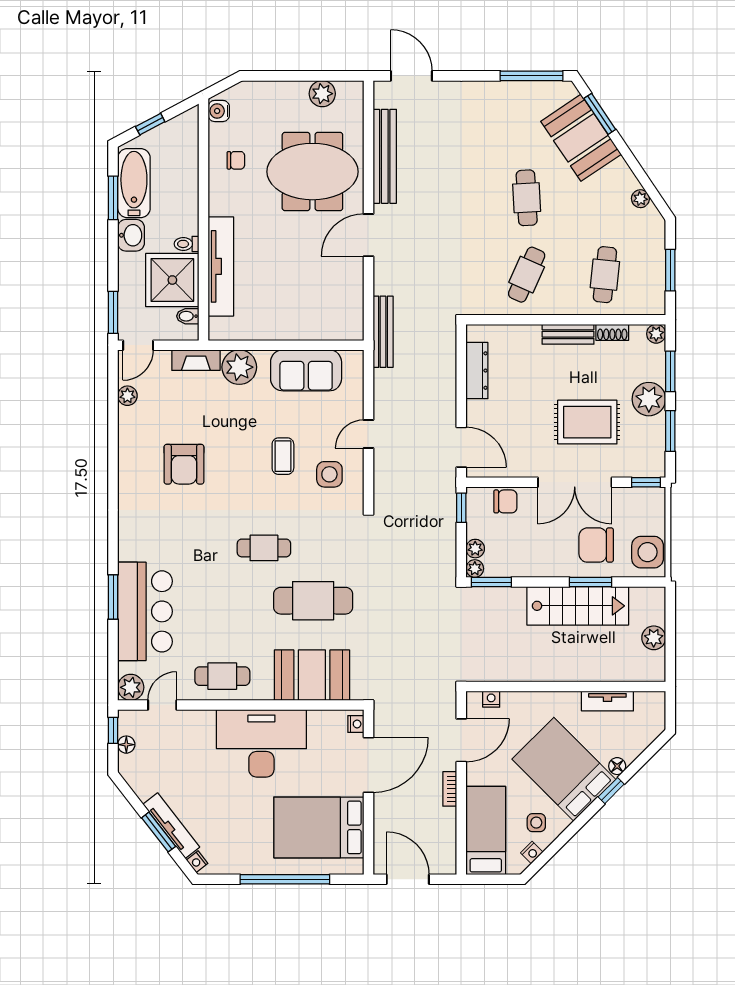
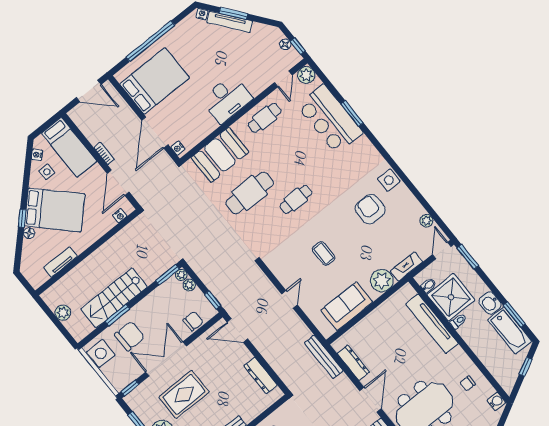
dresser: (353, 296) -> (353, 363), added
side table: (329, 474) -> (389, 180), moved
chair: (505, 501) -> (193, 321), turned 180
desk: (261, 743) -> (227, 99), width x0.73, depth x0.77

